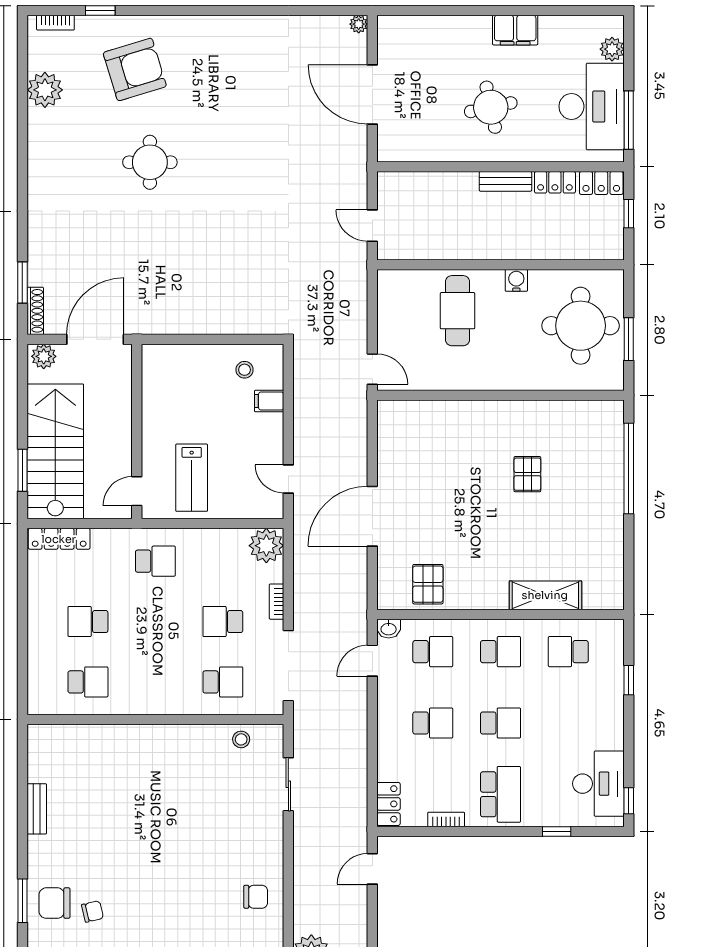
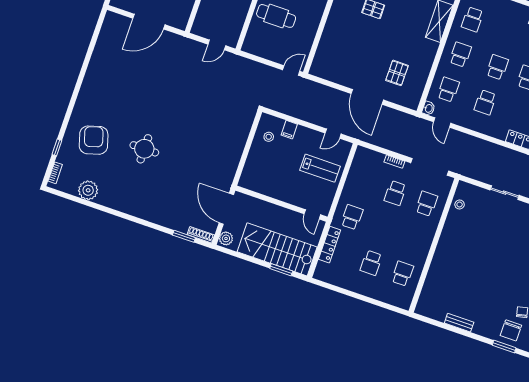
plant: (359, 24) -> (110, 16), removed
lab bench: (192, 478) -> (320, 168), moved
locker: (59, 539) -> (330, 245), moved
plant: (266, 546) -> (364, 157), removed
pallet: (428, 584) -> (397, 73), moved, turned 90
school desk: (433, 723) -> (485, 102), turned 180
sliding door: (288, 784) -> (505, 193), moved

